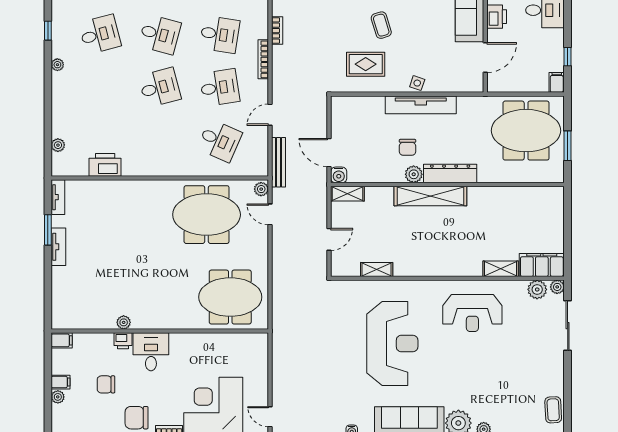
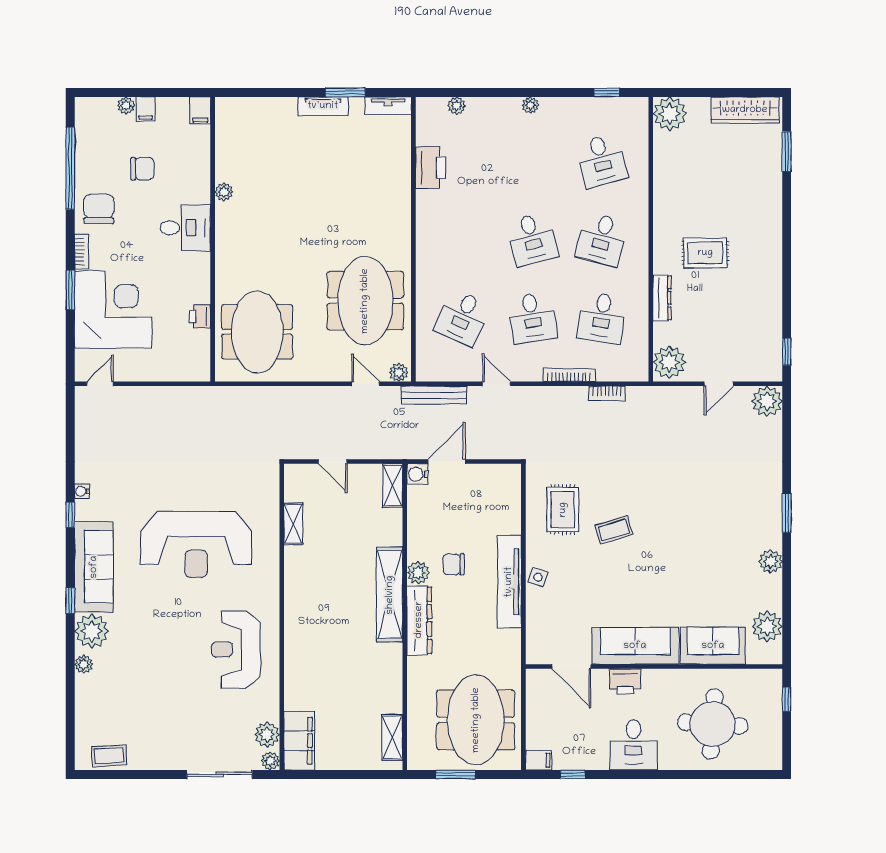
plant: (57, 65) -> (530, 105), moved
door: (270, 214) -> (366, 384), hinge flipped
shelving: (501, 269) -> (392, 737), moved
printer: (123, 341) -> (200, 316), moved
chair: (106, 384) -> (142, 169), turned 90

